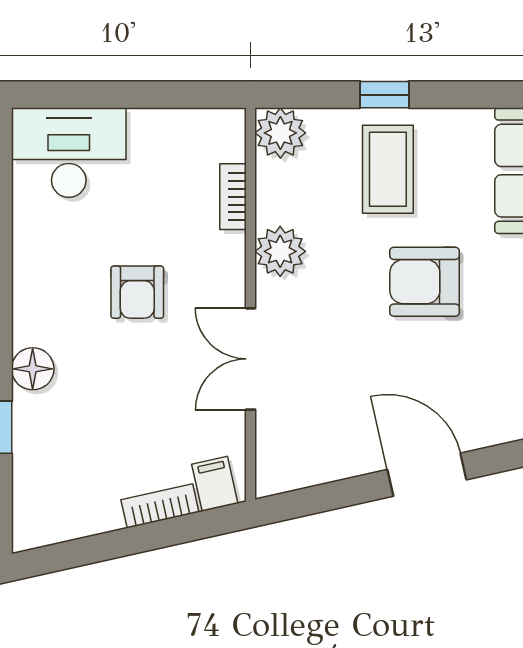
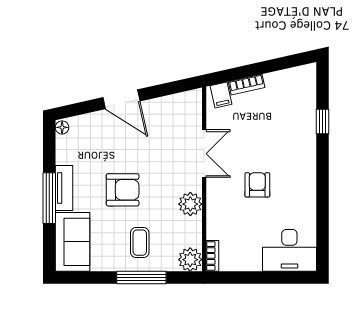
window: (384, 95) -> (141, 278), width x2.17
coffee table: (388, 169) -> (140, 243), width x0.73, depth x0.77
bookcase: (233, 197) -> (212, 256), moved
floor lamp: (33, 369) -> (306, 149), removed

